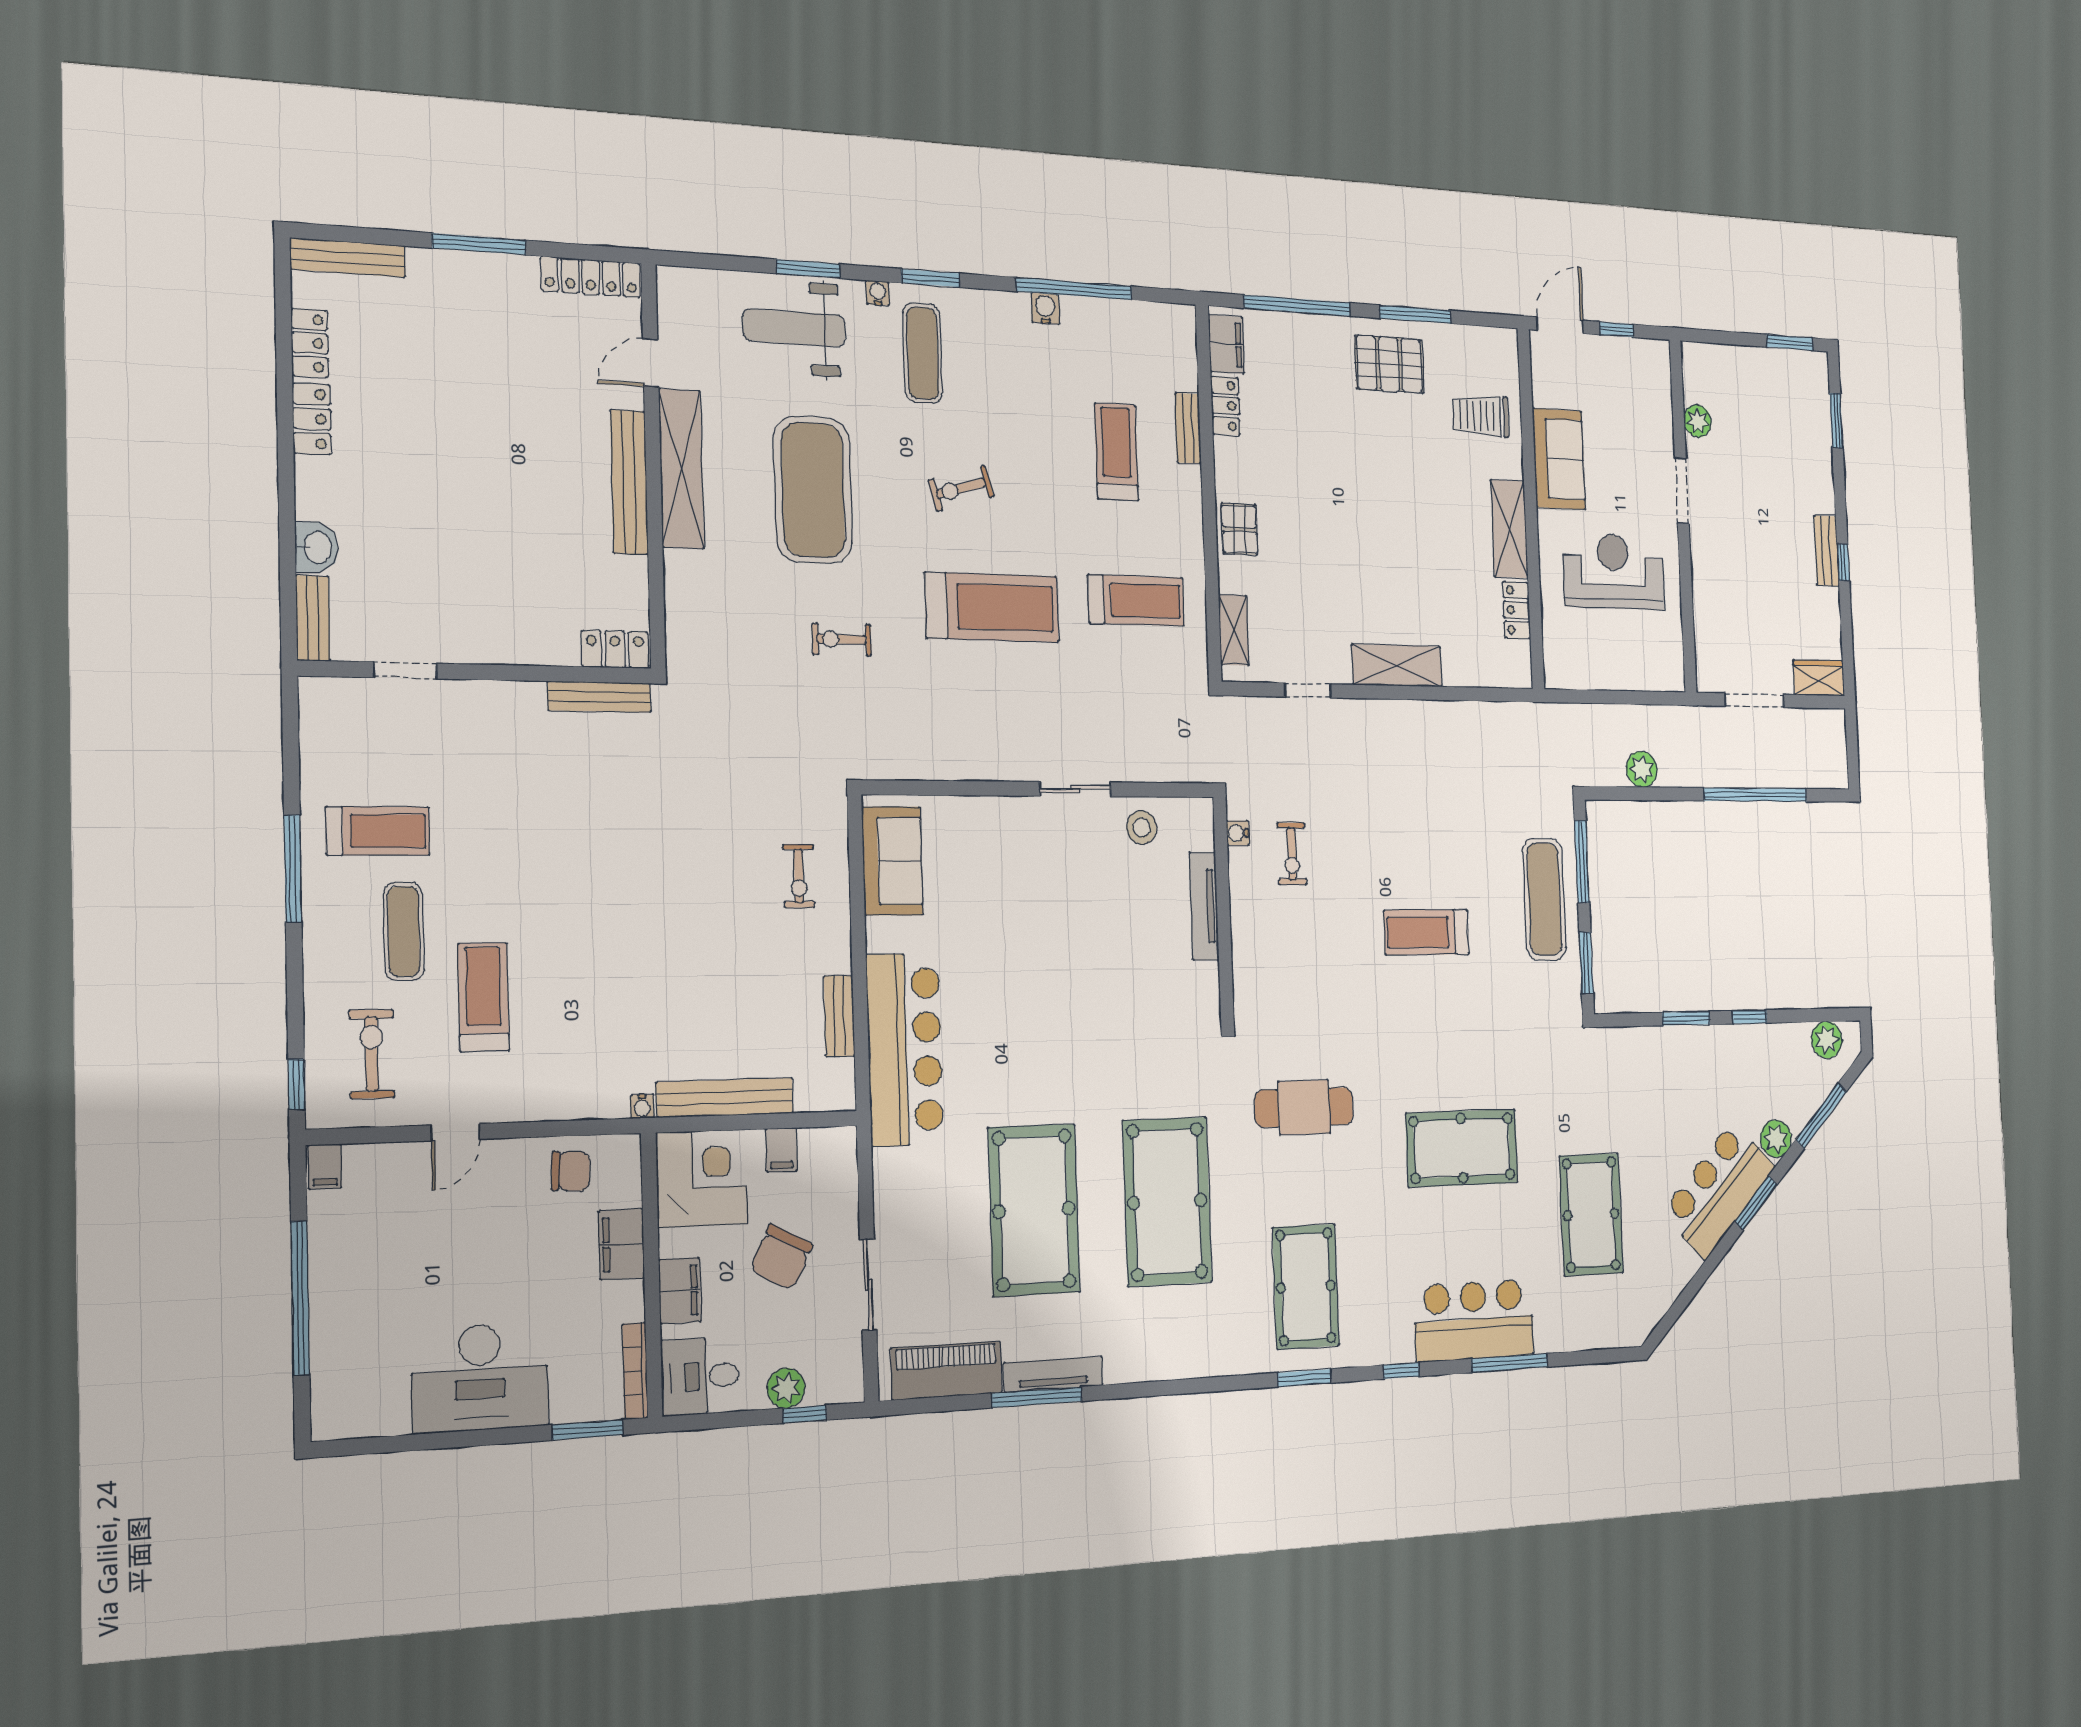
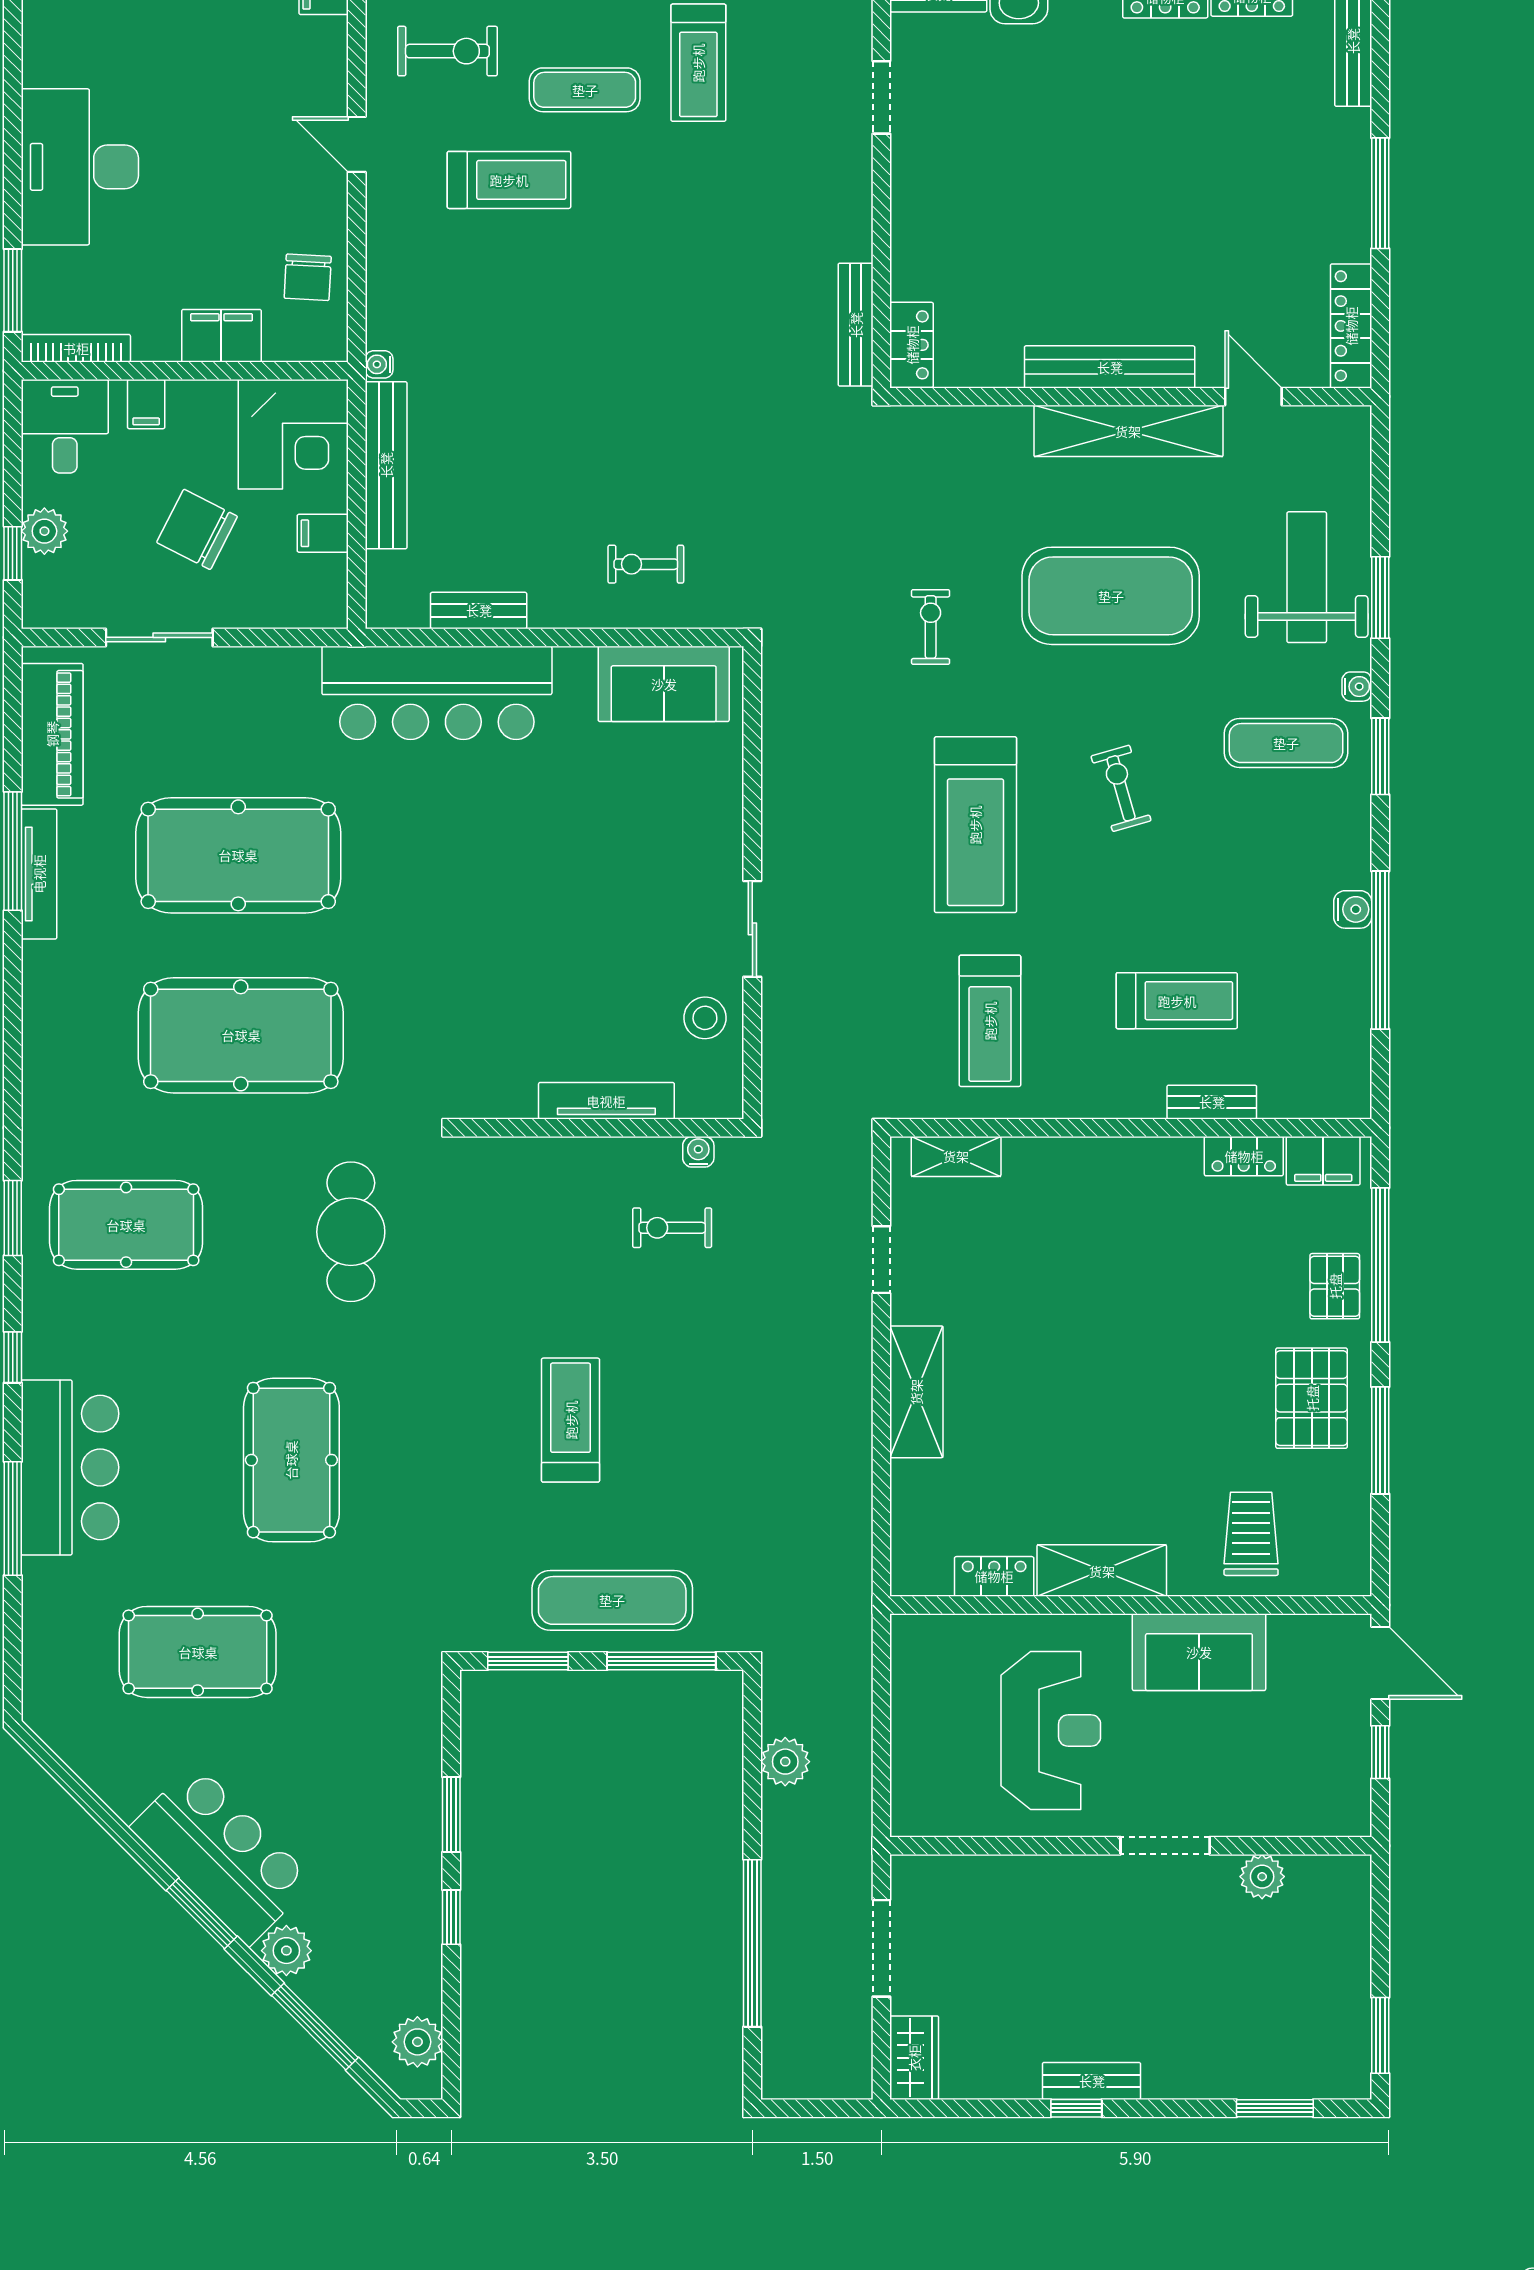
pallet: (1239, 529) -> (1335, 1286), moved, turned 90
filing cabinet: (680, 1291) -> (146, 404), width x0.50

